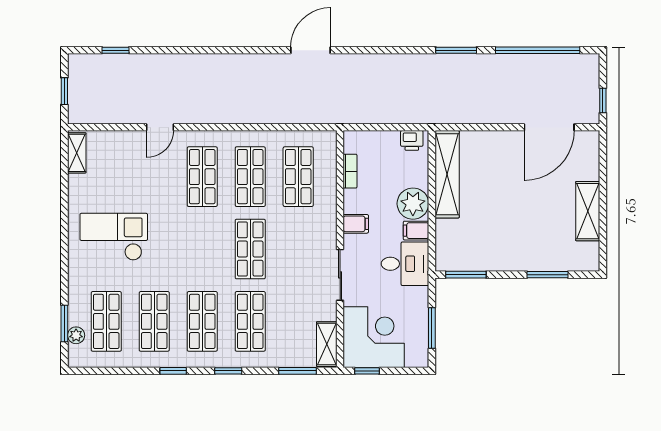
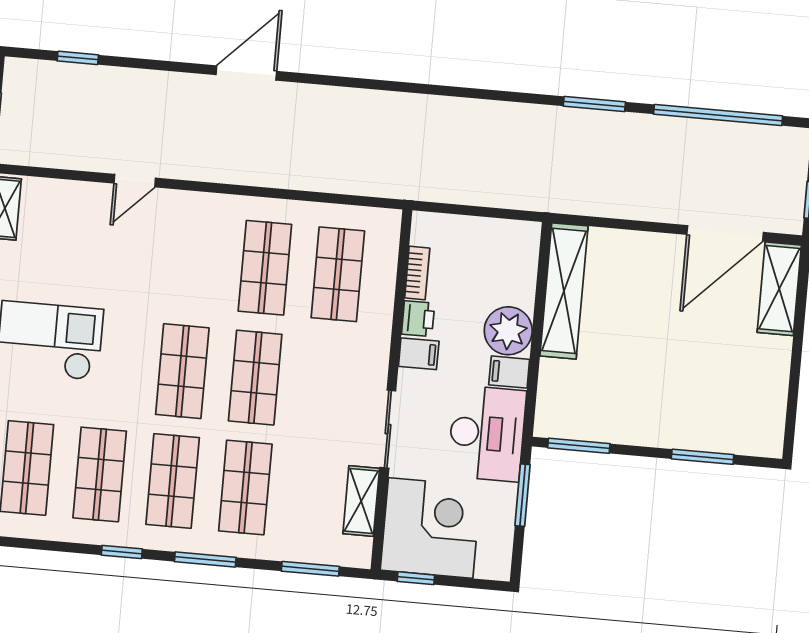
door: (310, 50) -> (246, 73), moved
printer: (412, 140) -> (418, 319), moved, turned -90
shop shelf: (202, 177) -> (182, 371), moved
shelving: (588, 211) -> (779, 289), moved
desk: (405, 264) -> (487, 433), width x1.37
window: (432, 328) -> (523, 495), moved
shelving: (327, 344) -> (361, 501), moved
window: (228, 371) -> (205, 559), width x1.50

